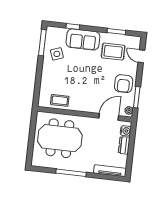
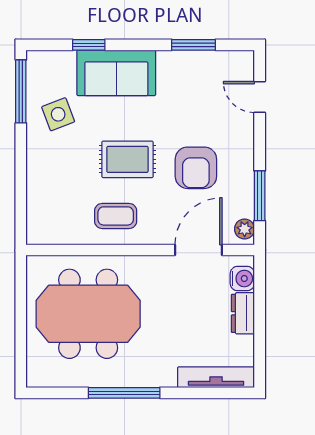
rug: (113, 52) -> (127, 159), moved
armchair: (124, 84) -> (196, 168), moved
coffee table: (60, 100) -> (116, 216), moved

